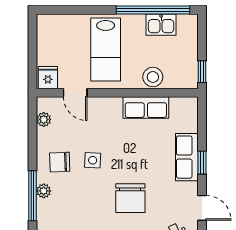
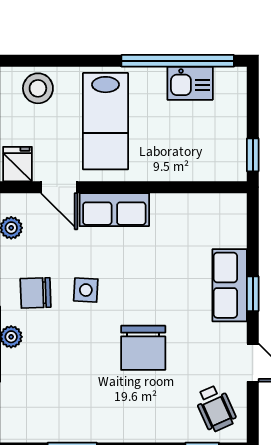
stool: (153, 77) -> (38, 88), moved
row of seats: (146, 107) -> (114, 210), moved

